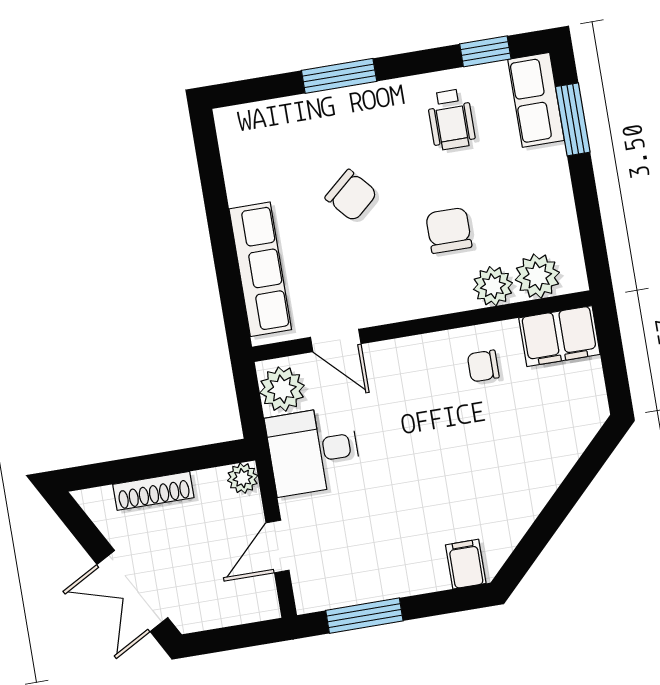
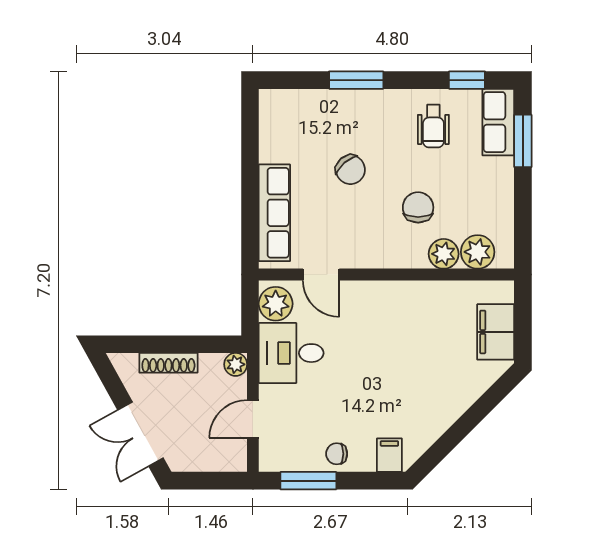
filing cabinet: (559, 336) -> (496, 332), moved, turned 90
chair: (483, 366) -> (337, 454), moved

